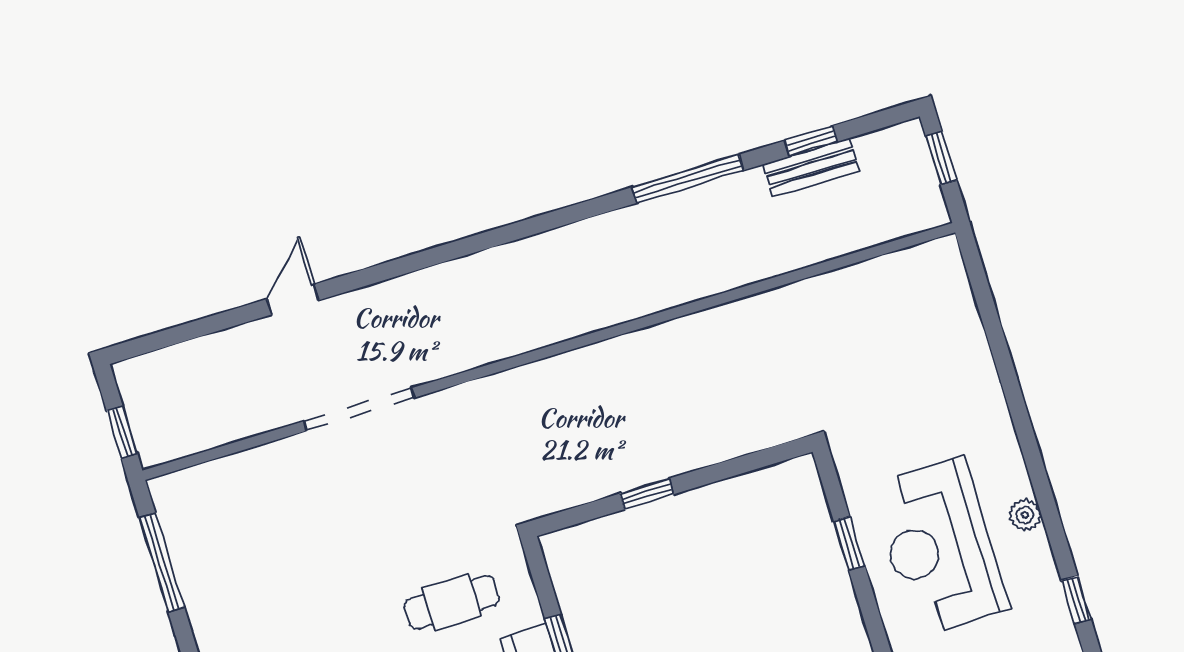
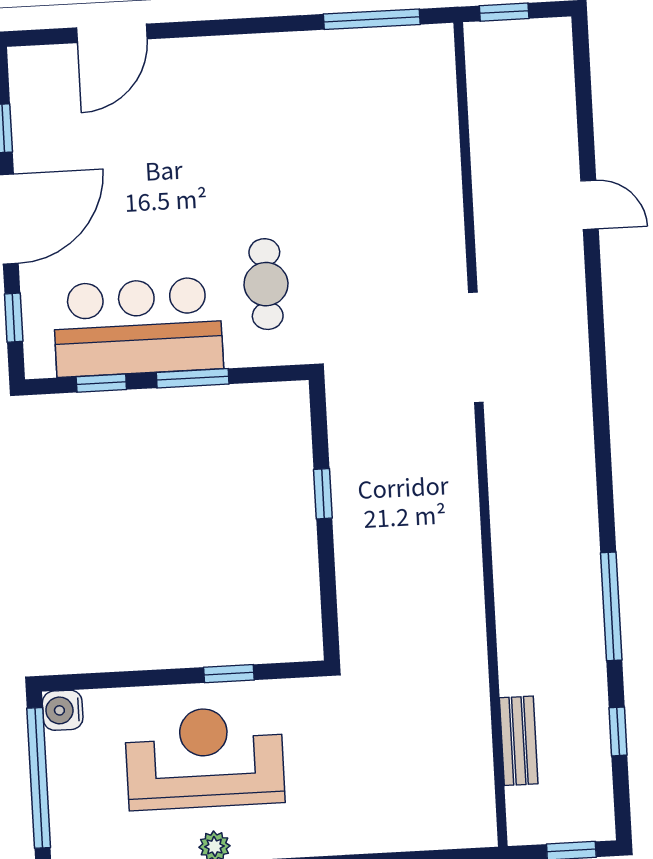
bench: (811, 168) -> (519, 741), moved
doorway: (359, 409) -> (476, 347), moved

